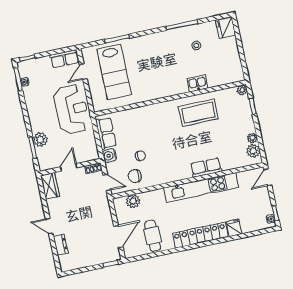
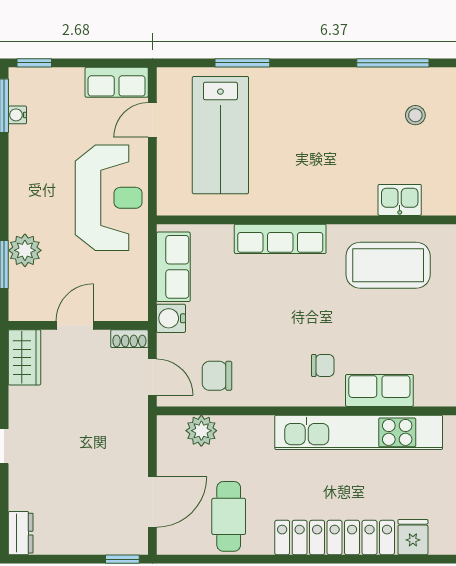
row of seats: (149, 111) -> (280, 239), added
chair: (140, 156) -> (323, 366), moved
dresser: (61, 244) -> (21, 533), moved

